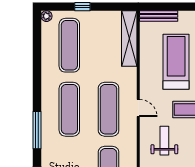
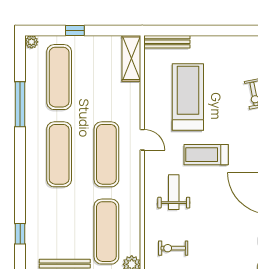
shelving: (129, 39) -> (131, 58), width x0.68
door: (138, 108) -> (142, 140), moved
window: (37, 130) -> (20, 104), moved

